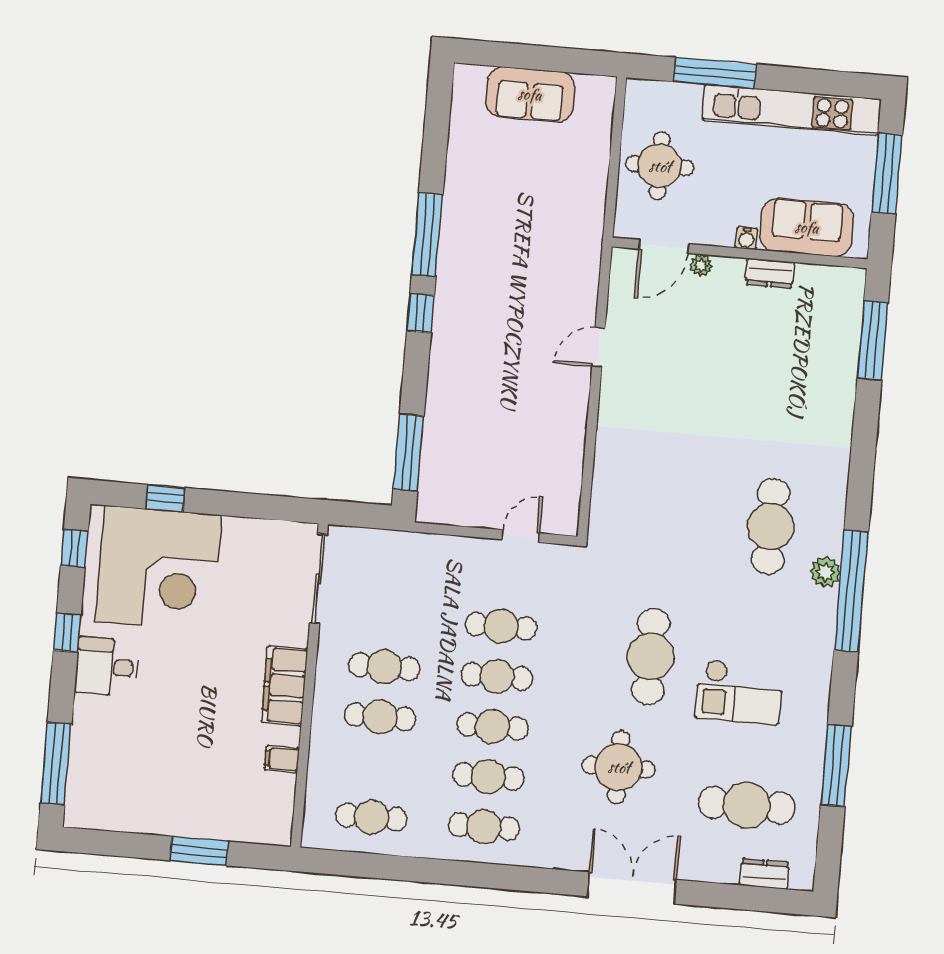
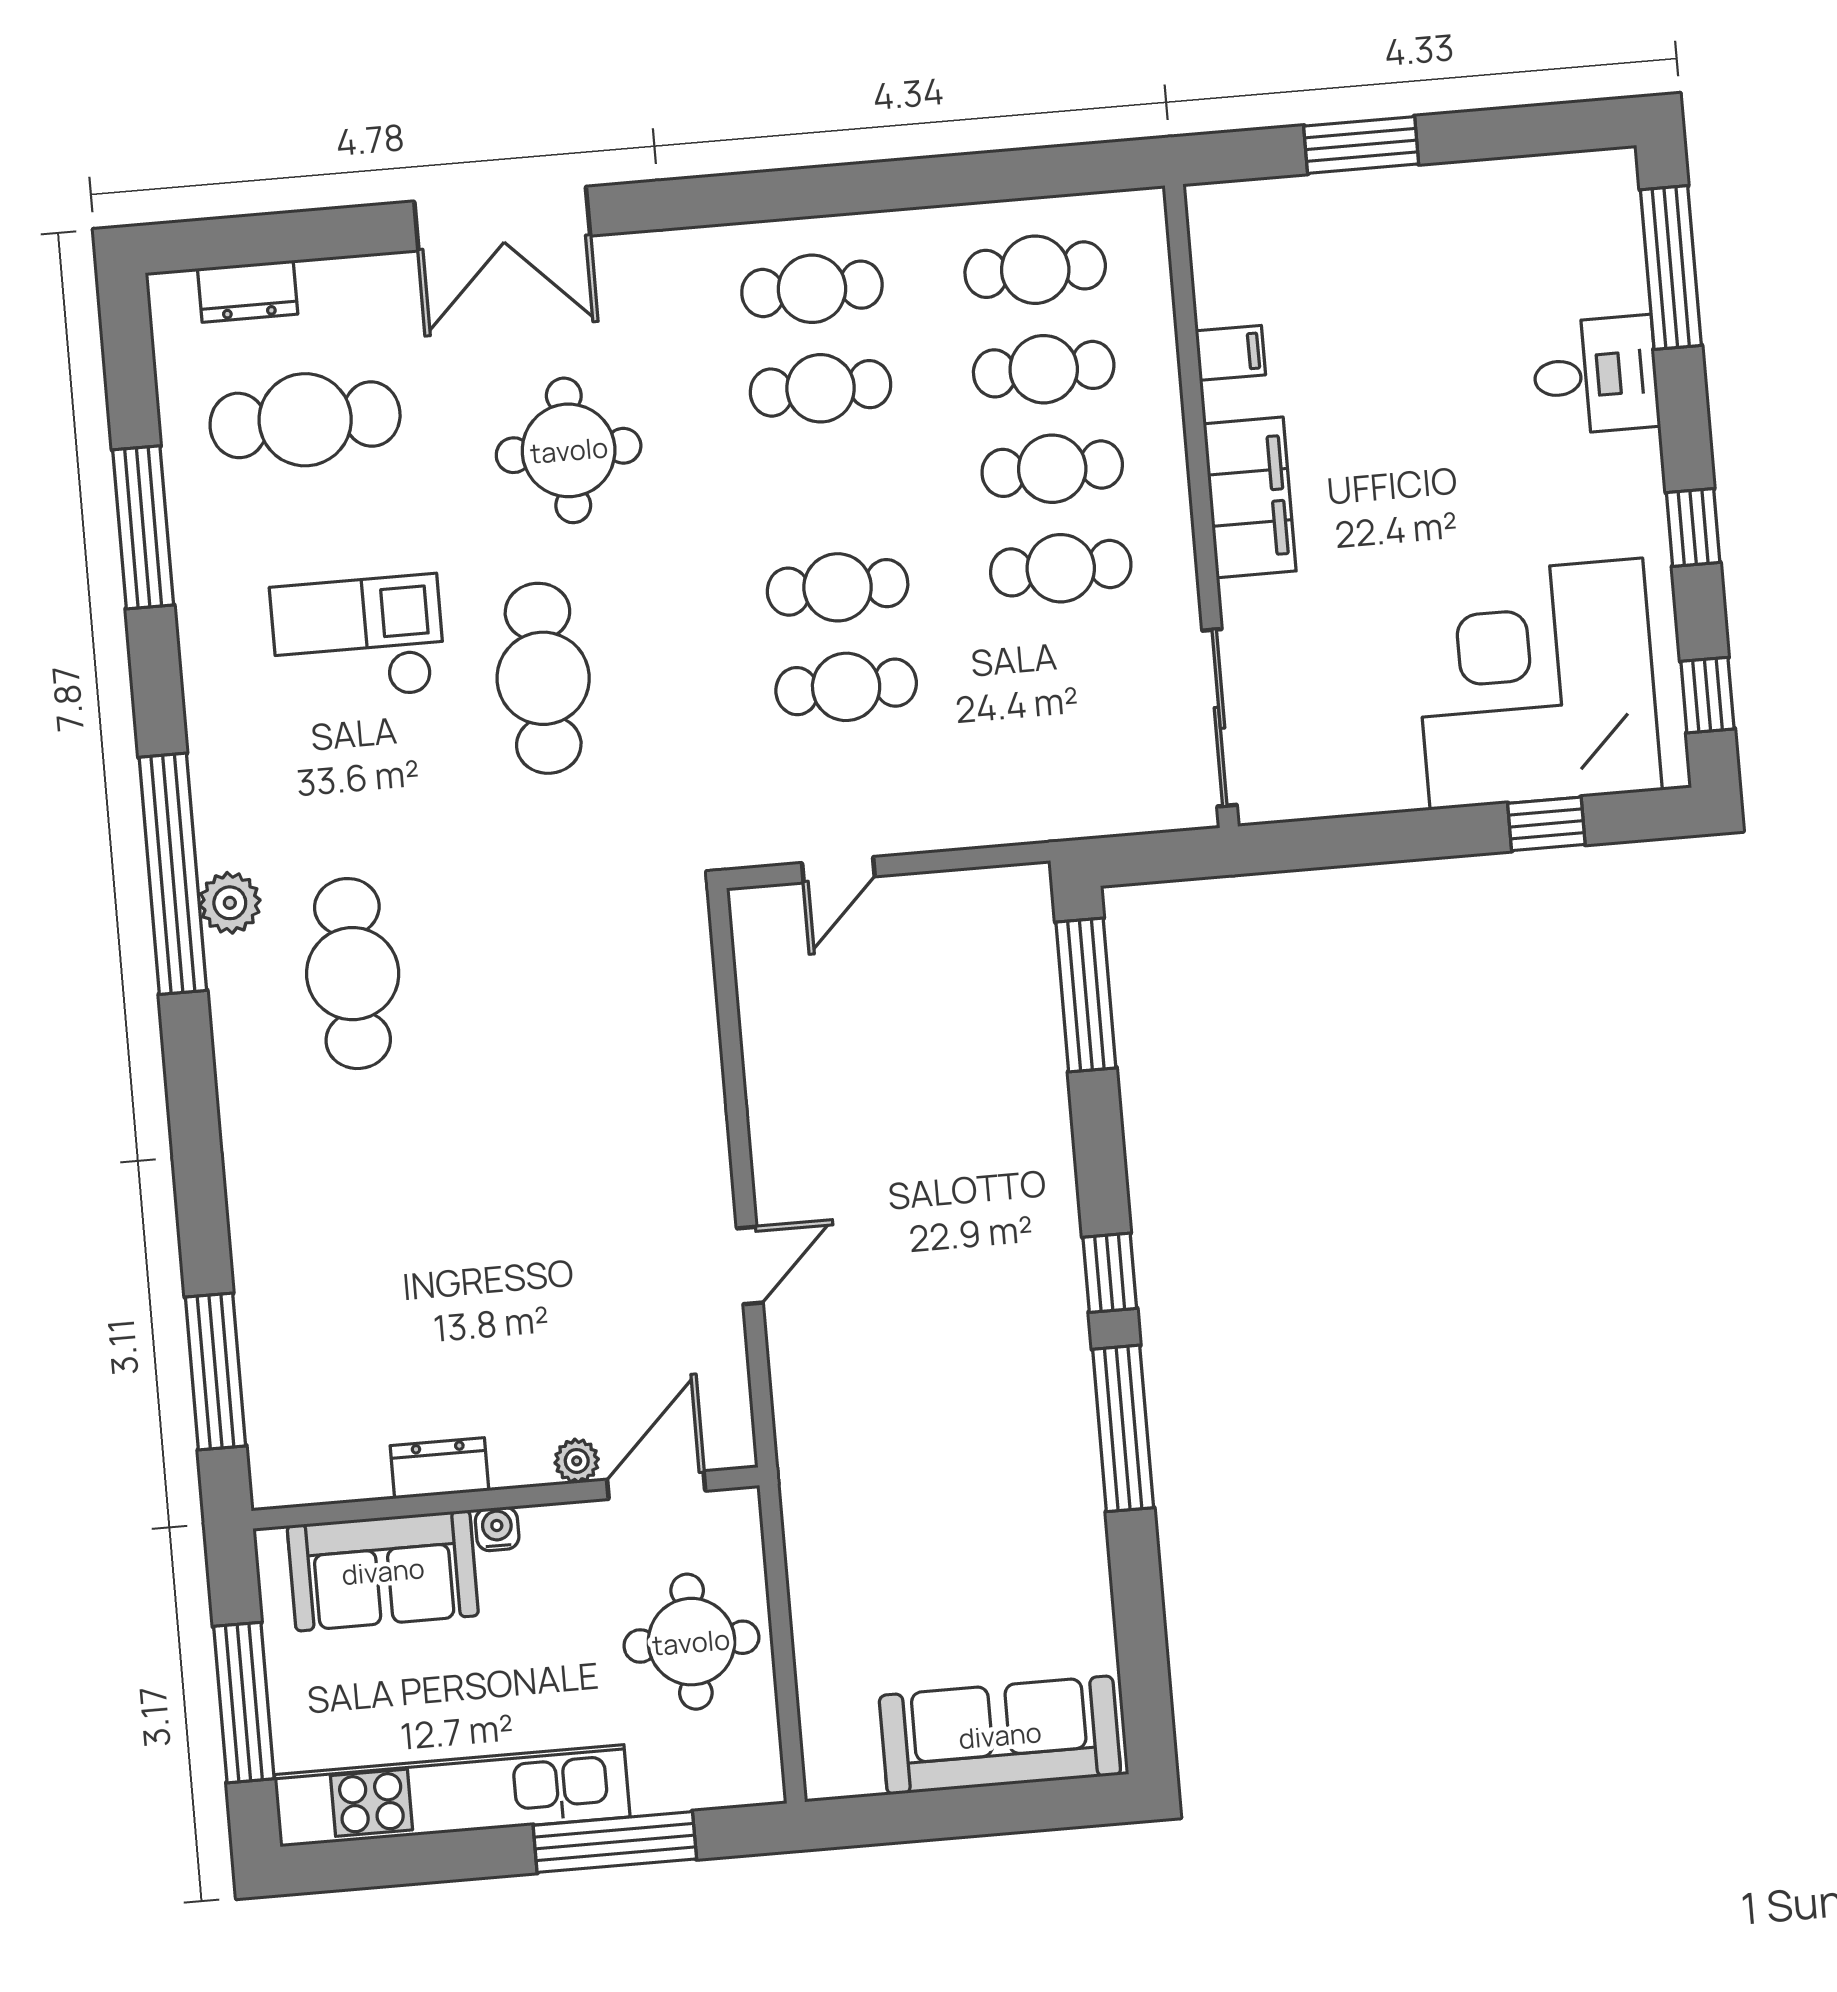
sofa: (530, 94) -> (1000, 1735), width x1.36
desk: (107, 667) -> (1595, 375), moved
cafe table: (493, 726) -> (1044, 369), moved

